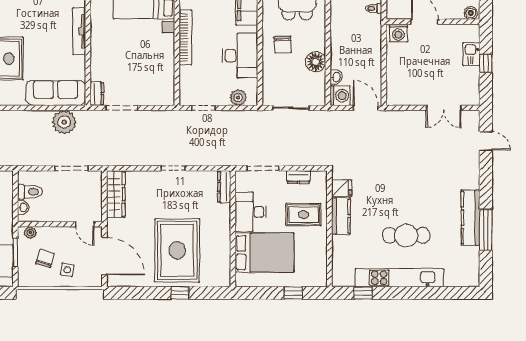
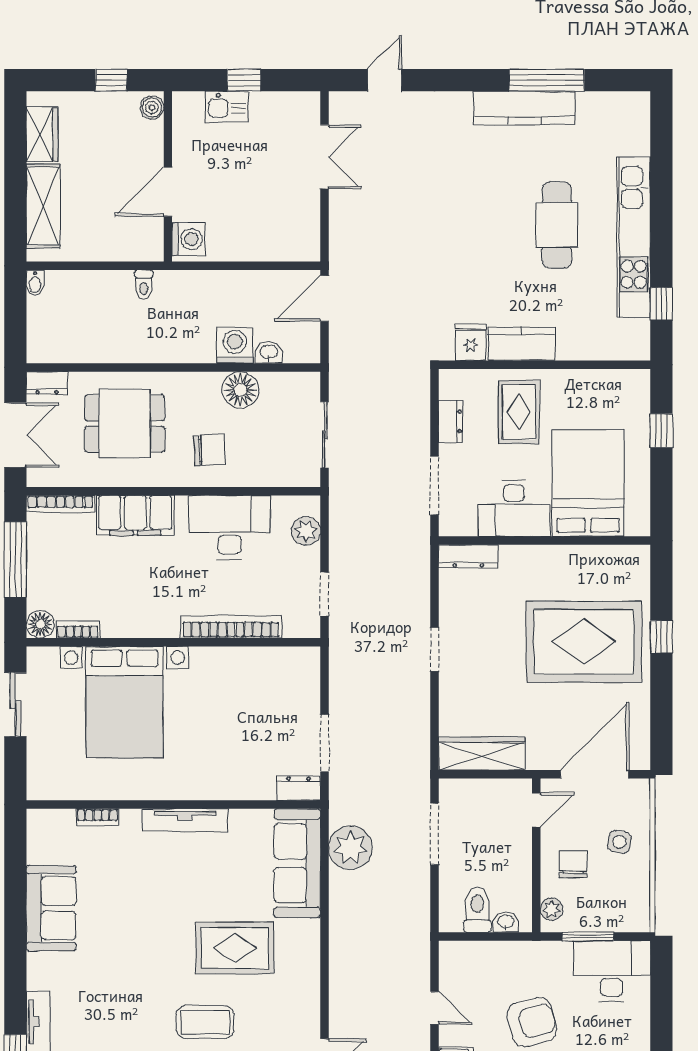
bookcase: (185, 37) -> (231, 627), moved
washing machine: (340, 96) -> (235, 345), moved
chair: (45, 259) -> (573, 864), moved, turned 74

